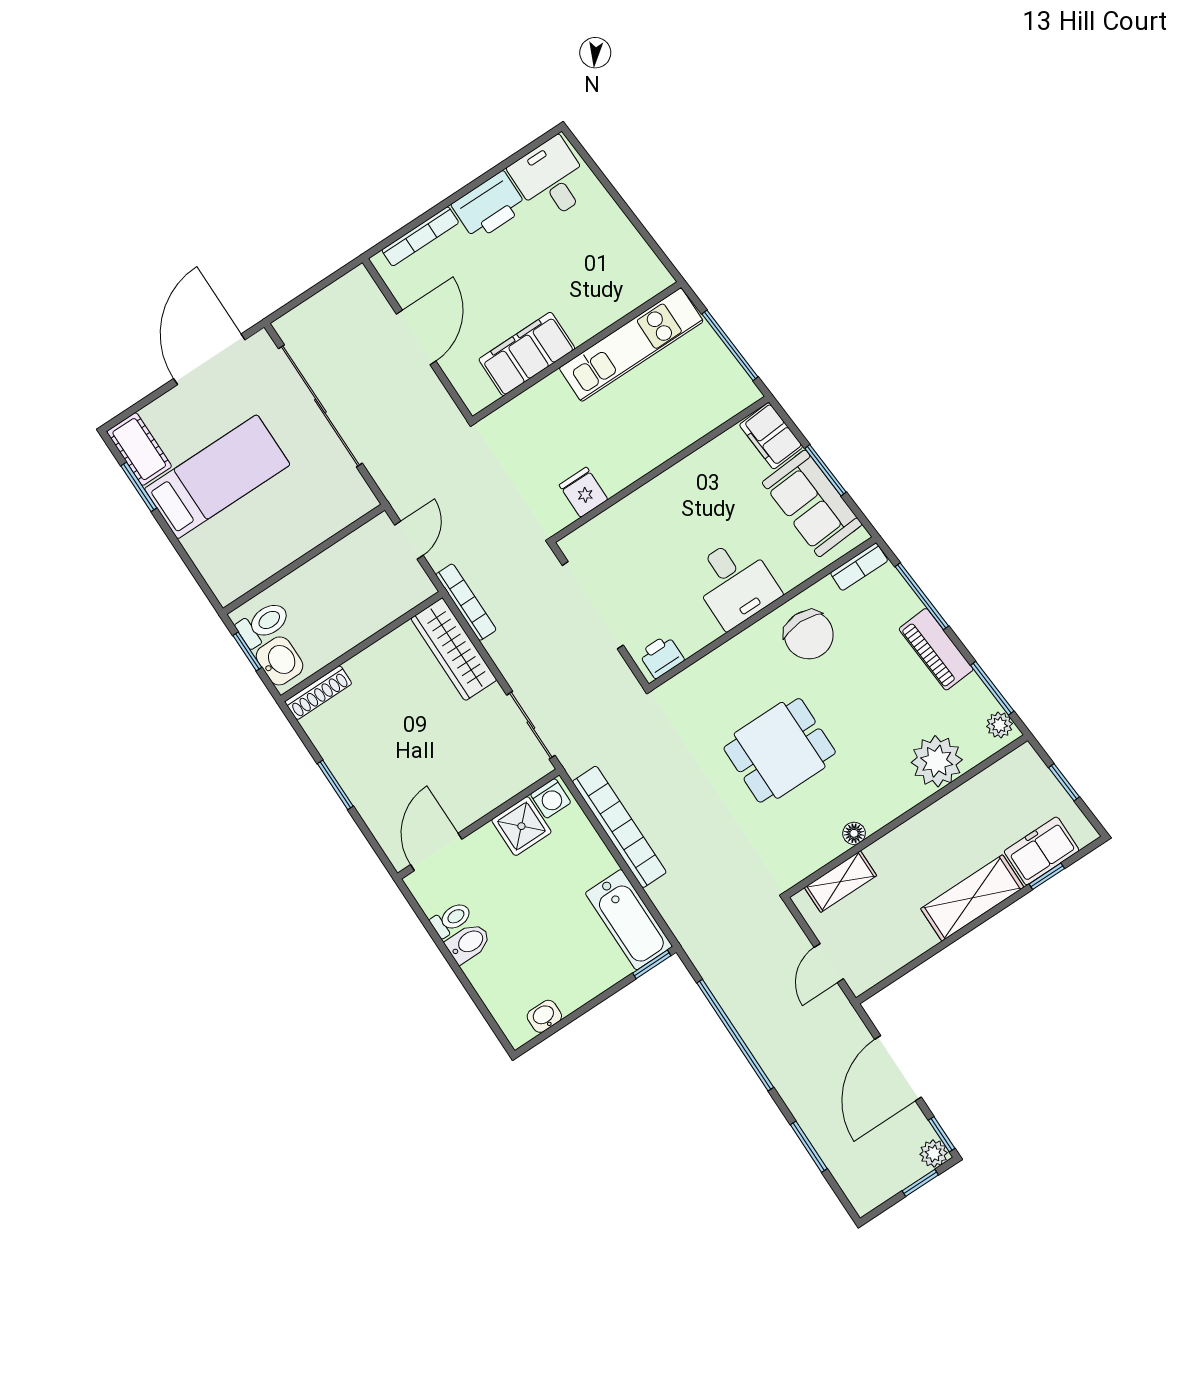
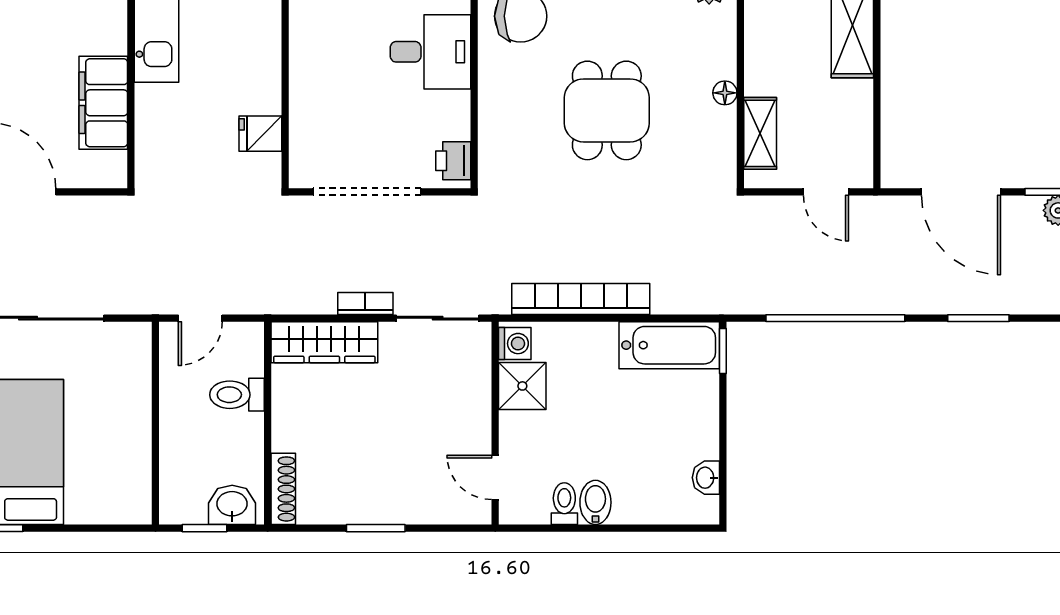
door: (409, 540) -> (200, 318), swing flipped
bookcase: (466, 602) -> (365, 304), moved, width x0.64
toilet: (263, 624) -> (237, 395), moved, turned -90
door: (436, 852) -> (495, 477), width x0.73

